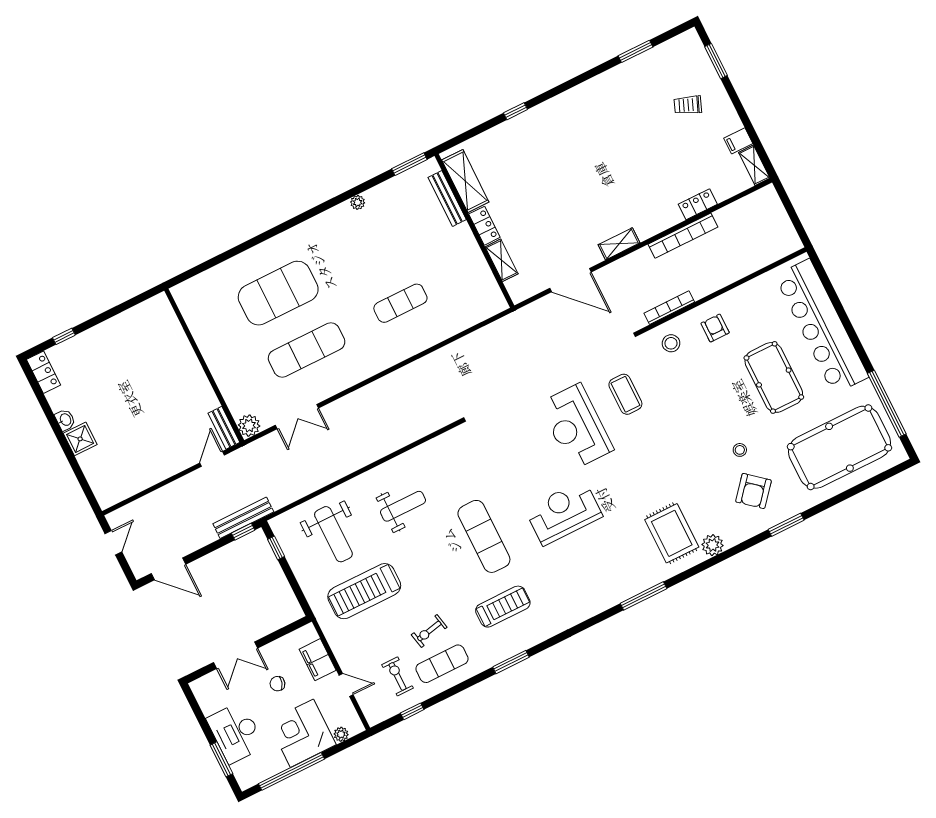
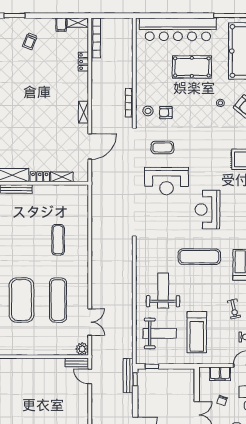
bookcase: (683, 236) -> (96, 38), moved
armchair: (715, 328) -> (166, 113), moved
weight bench: (403, 506) -> (163, 290), width x1.36, depth x1.33

